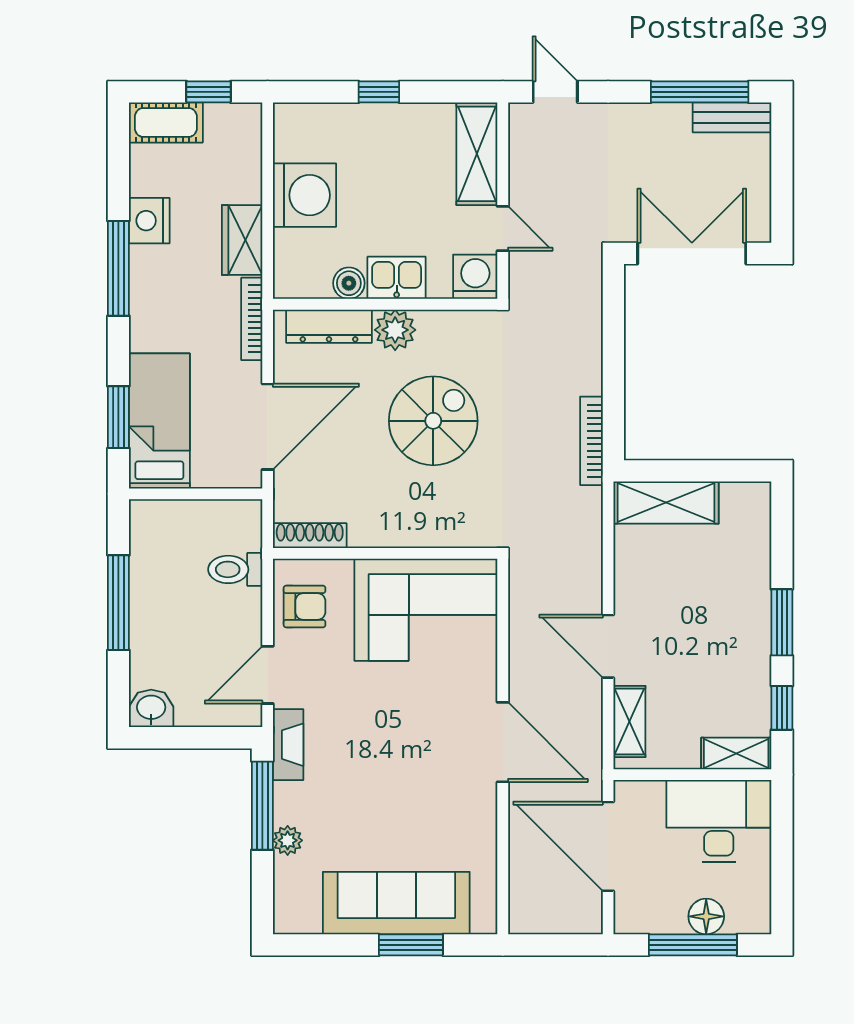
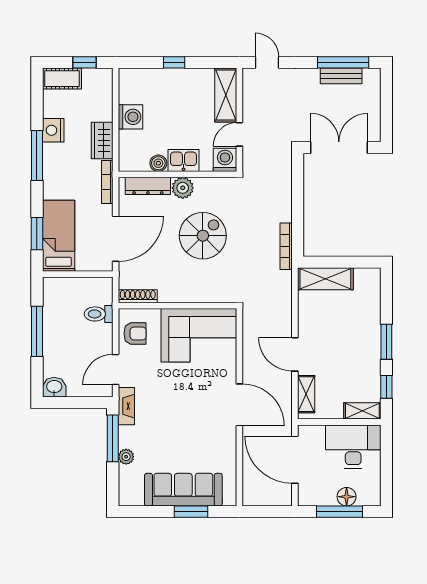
bench: (732, 117) -> (341, 76), moved
washing machine: (305, 195) -> (131, 117), width x0.73, depth x0.73
door: (503, 228) -> (239, 134), swing flipped

